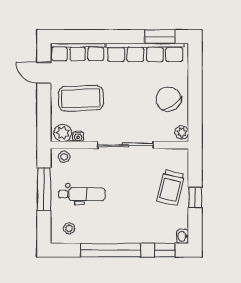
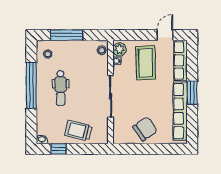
window: (160, 37) -> (192, 93), moved
plant: (182, 132) -> (120, 139), removed
window: (44, 189) -> (67, 35), moved
dental chair: (82, 194) -> (61, 88), moved
window: (195, 197) -> (58, 149), moved
window: (165, 250) -> (31, 126), removed

